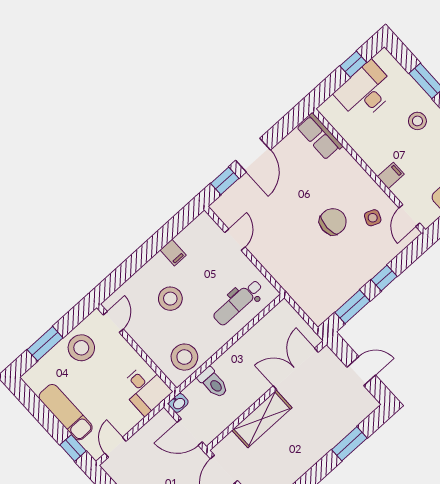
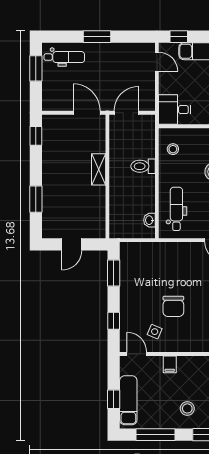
window: (384, 278) -> (114, 321), moved
stool: (184, 357) -> (173, 149), width x0.53, depth x0.53
double door: (296, 369) -> (107, 207), removed
toilet: (213, 383) -> (143, 166), moved
washbasin: (178, 403) -> (149, 220), moved
shelving: (262, 419) -> (99, 169), width x0.67, depth x0.75

